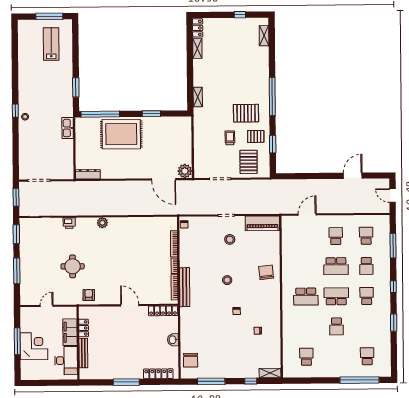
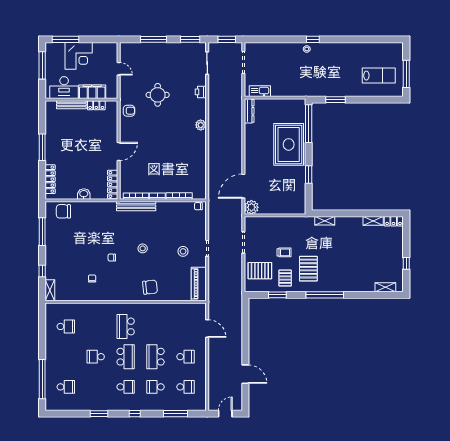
kitchen sink: (68, 128) -> (260, 91), moved
window: (17, 341) -> (66, 39), moved
window: (44, 383) -> (42, 65), added

